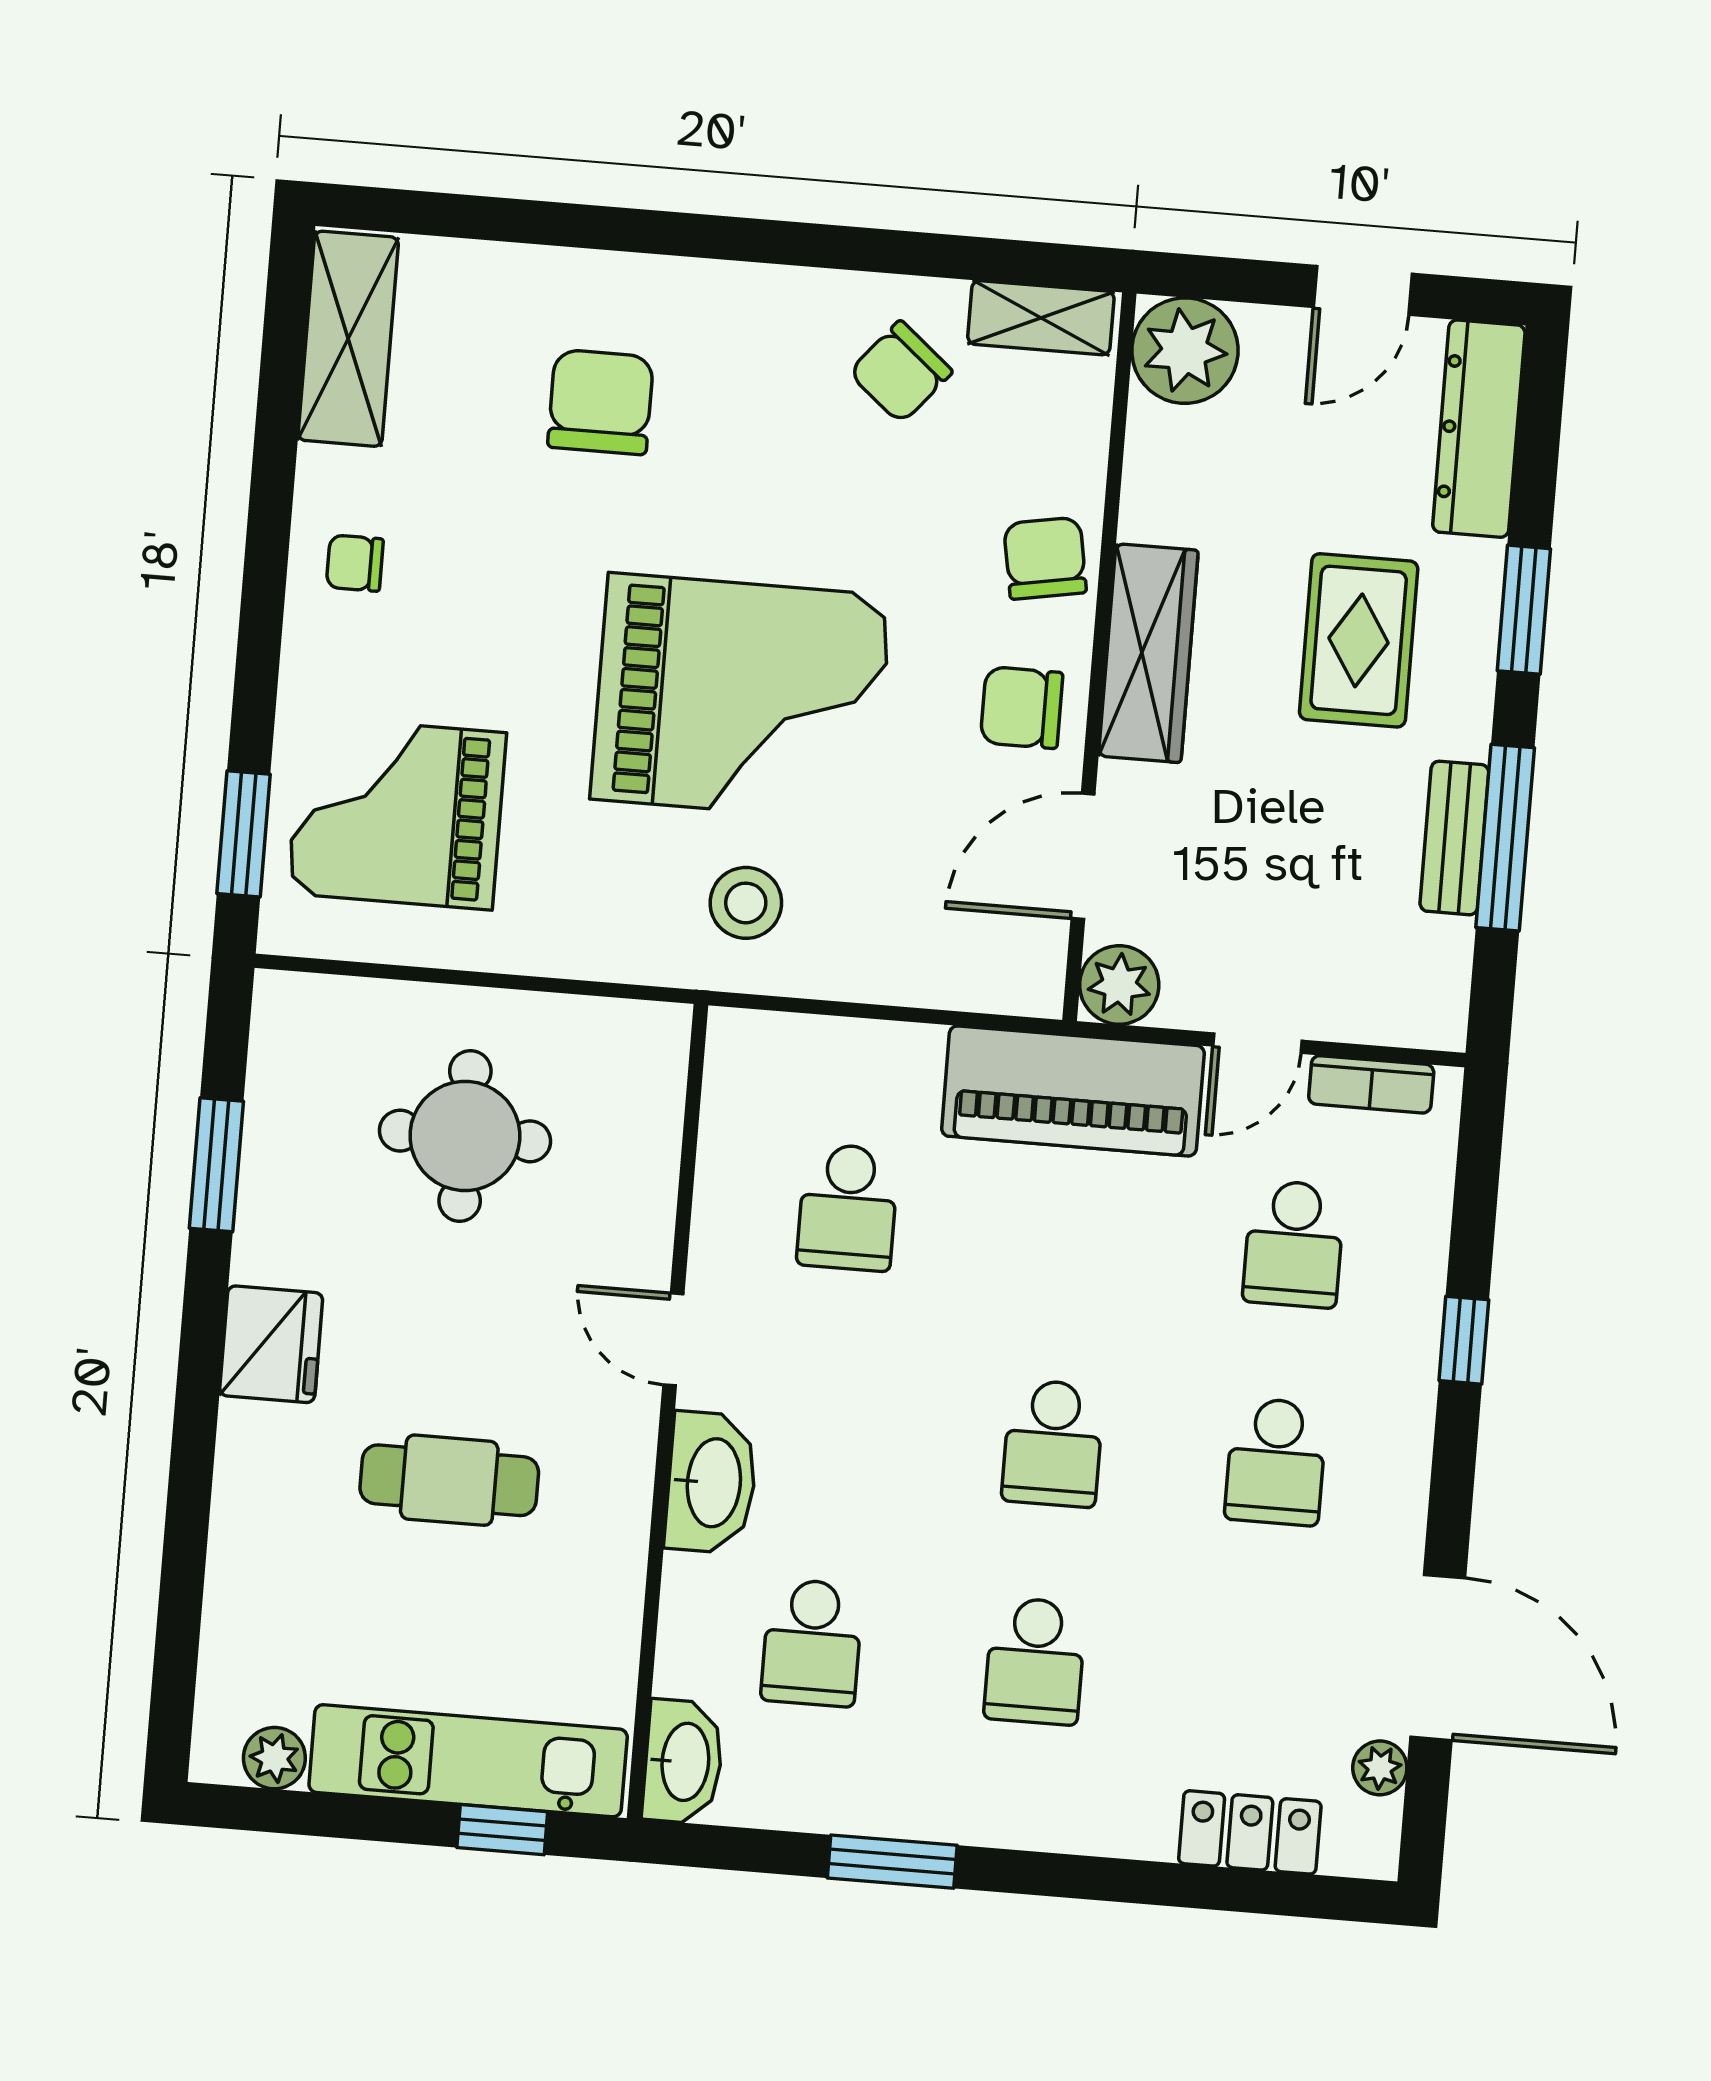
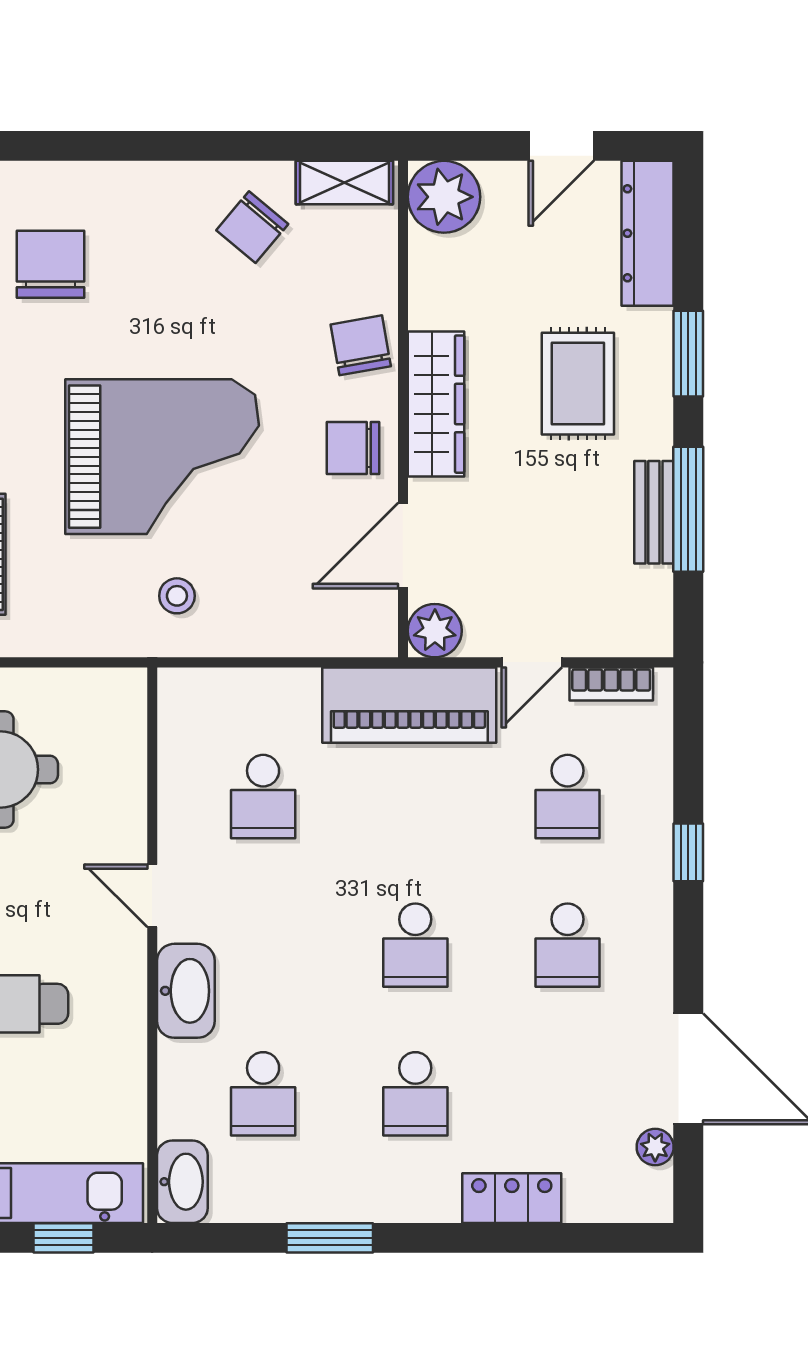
stool: (746, 903) -> (177, 596), width x0.73, depth x0.73
locker: (1250, 1832) -> (512, 1198), moved

